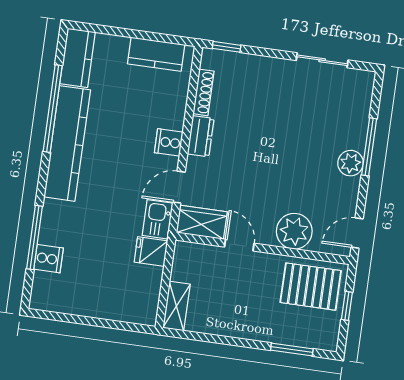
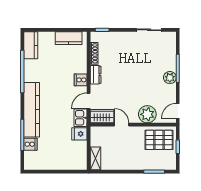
kitchen counter: (67, 143) -> (32, 110), moved

